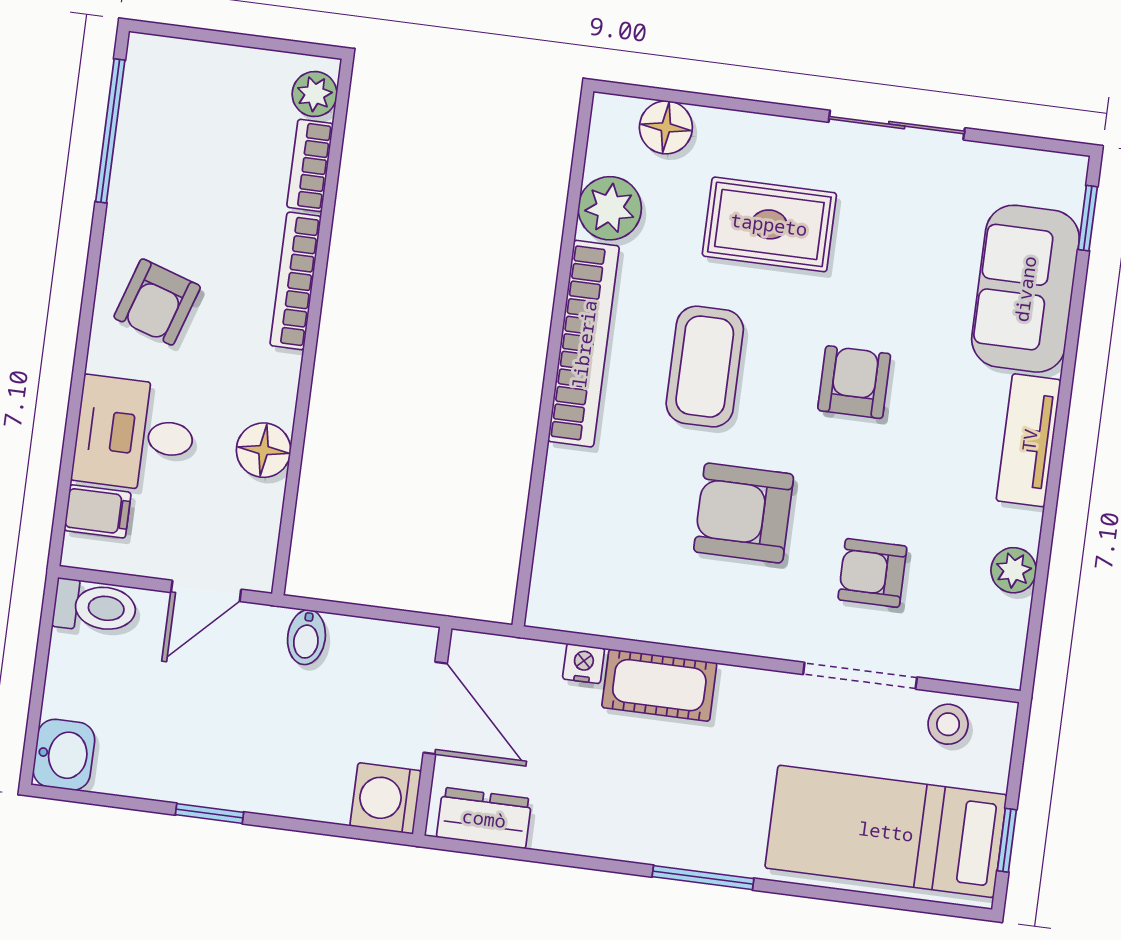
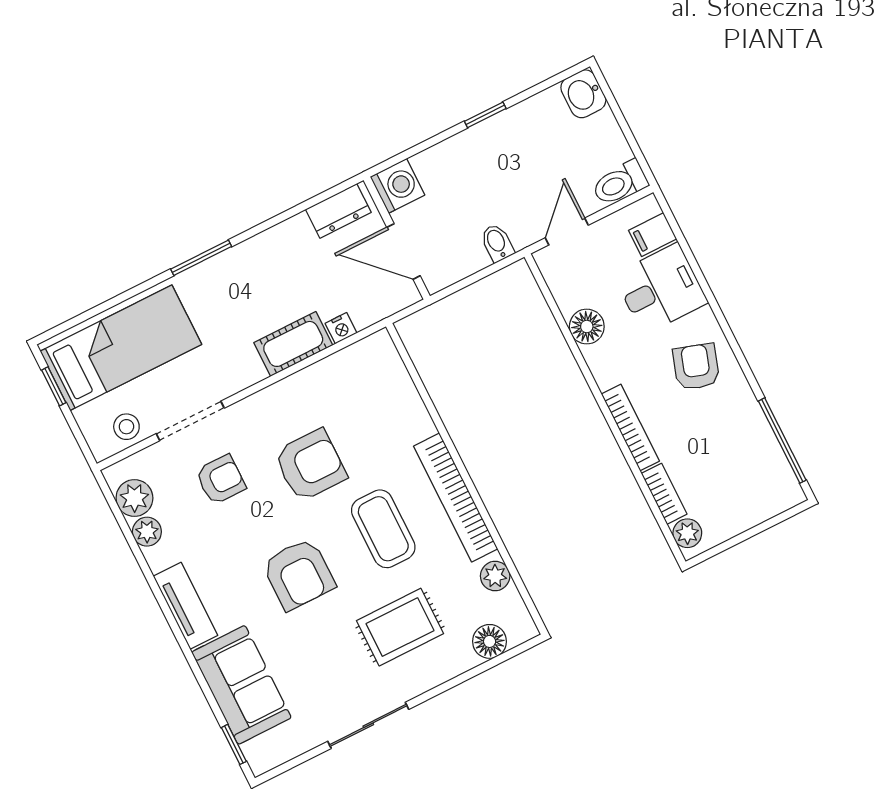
plant: (610, 208) -> (495, 576), width x0.73, depth x0.73
armchair: (854, 382) -> (299, 574), width x1.38, depth x1.38
plant: (1000, 625) -> (134, 498), added

